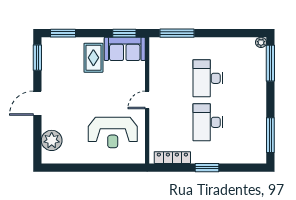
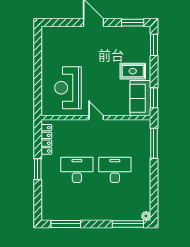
plant: (52, 140) -> (61, 35), removed

